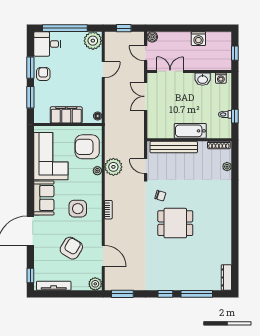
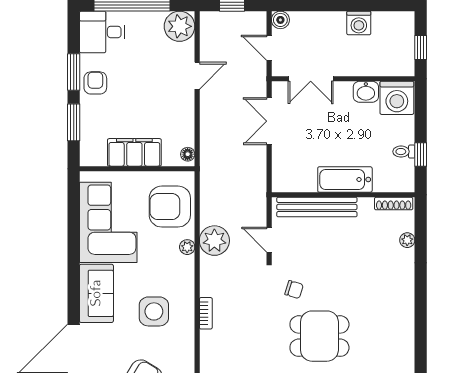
double door: (170, 71) -> (311, 79), swing flipped
washing machine: (221, 78) -> (397, 98), width x1.89, depth x1.89

